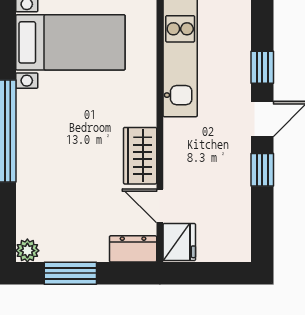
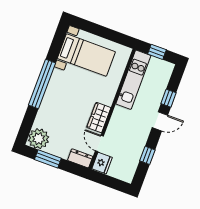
window: (262, 170) -> (147, 155), moved
plant: (27, 251) -> (39, 139), width x1.87, depth x1.87

